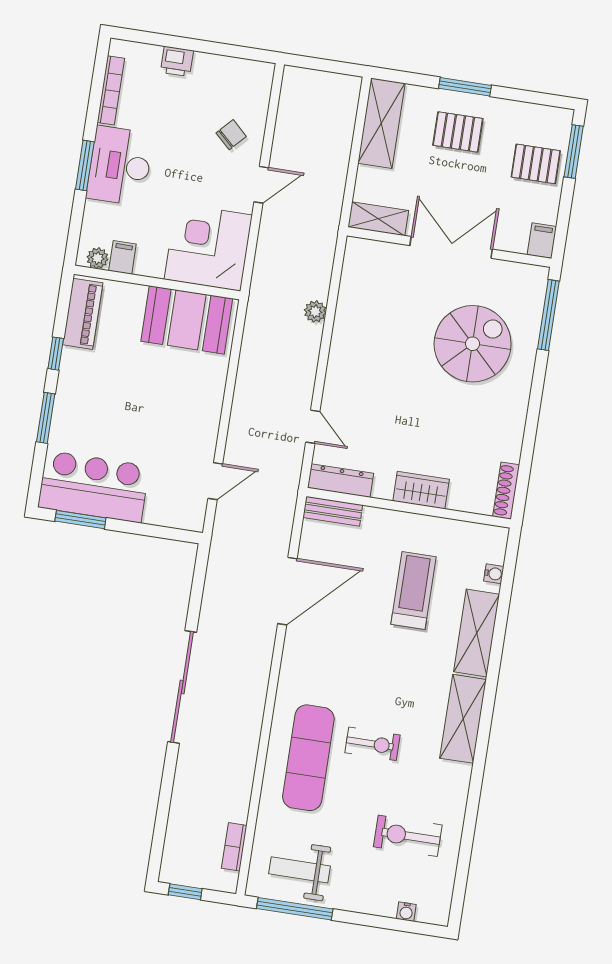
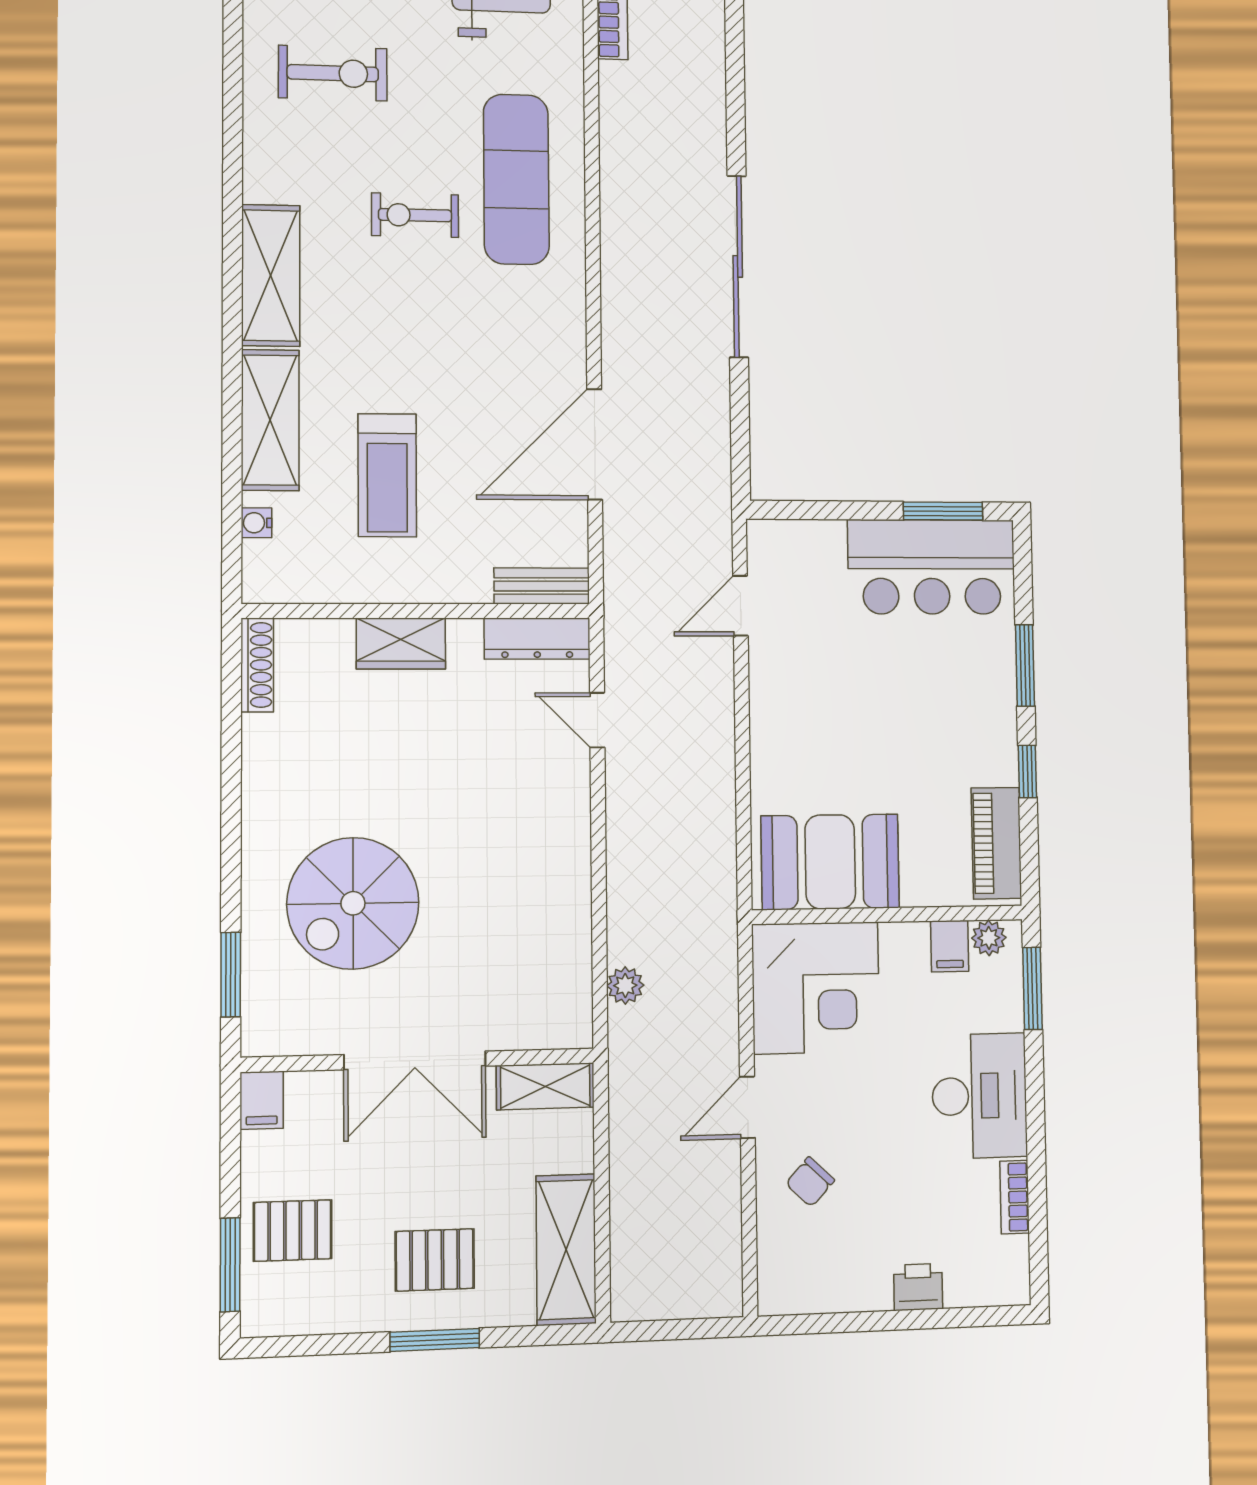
bookcase: (111, 90) -> (1015, 1197), width x0.64
window: (85, 165) -> (1032, 988), moved
plant: (315, 311) -> (625, 985), moved
window: (548, 315) -> (231, 975), width x0.69

